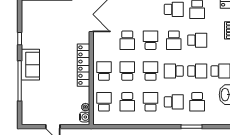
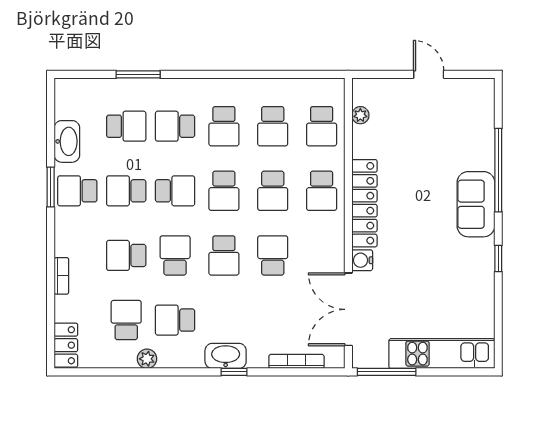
school desk: (127, 102) -> (273, 126), turned 180
school desk: (197, 102) -> (126, 126), turned 90
water cooler: (85, 117) -> (362, 260), moved

